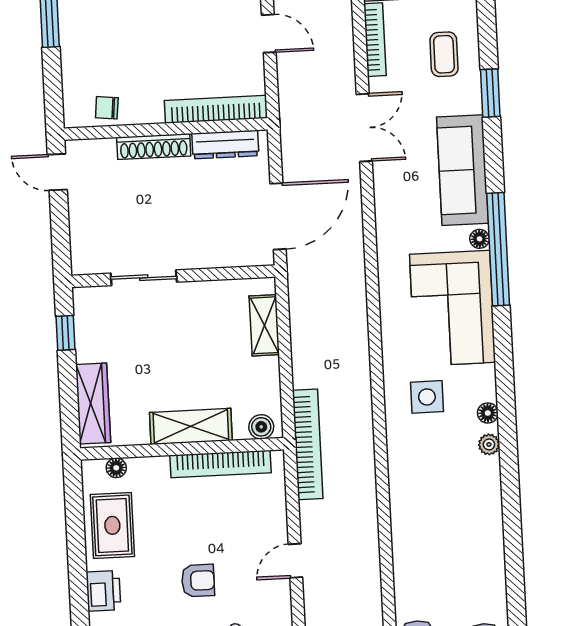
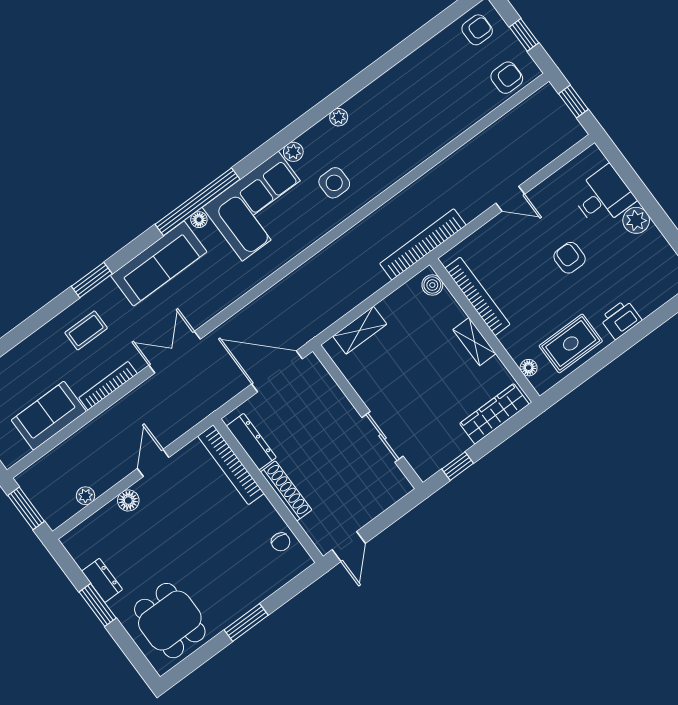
plant: (485, 377) -> (293, 152), added
floor lamp: (488, 413) -> (317, 133), removed
shelving: (191, 426) -> (474, 342), width x0.67, depth x0.75

